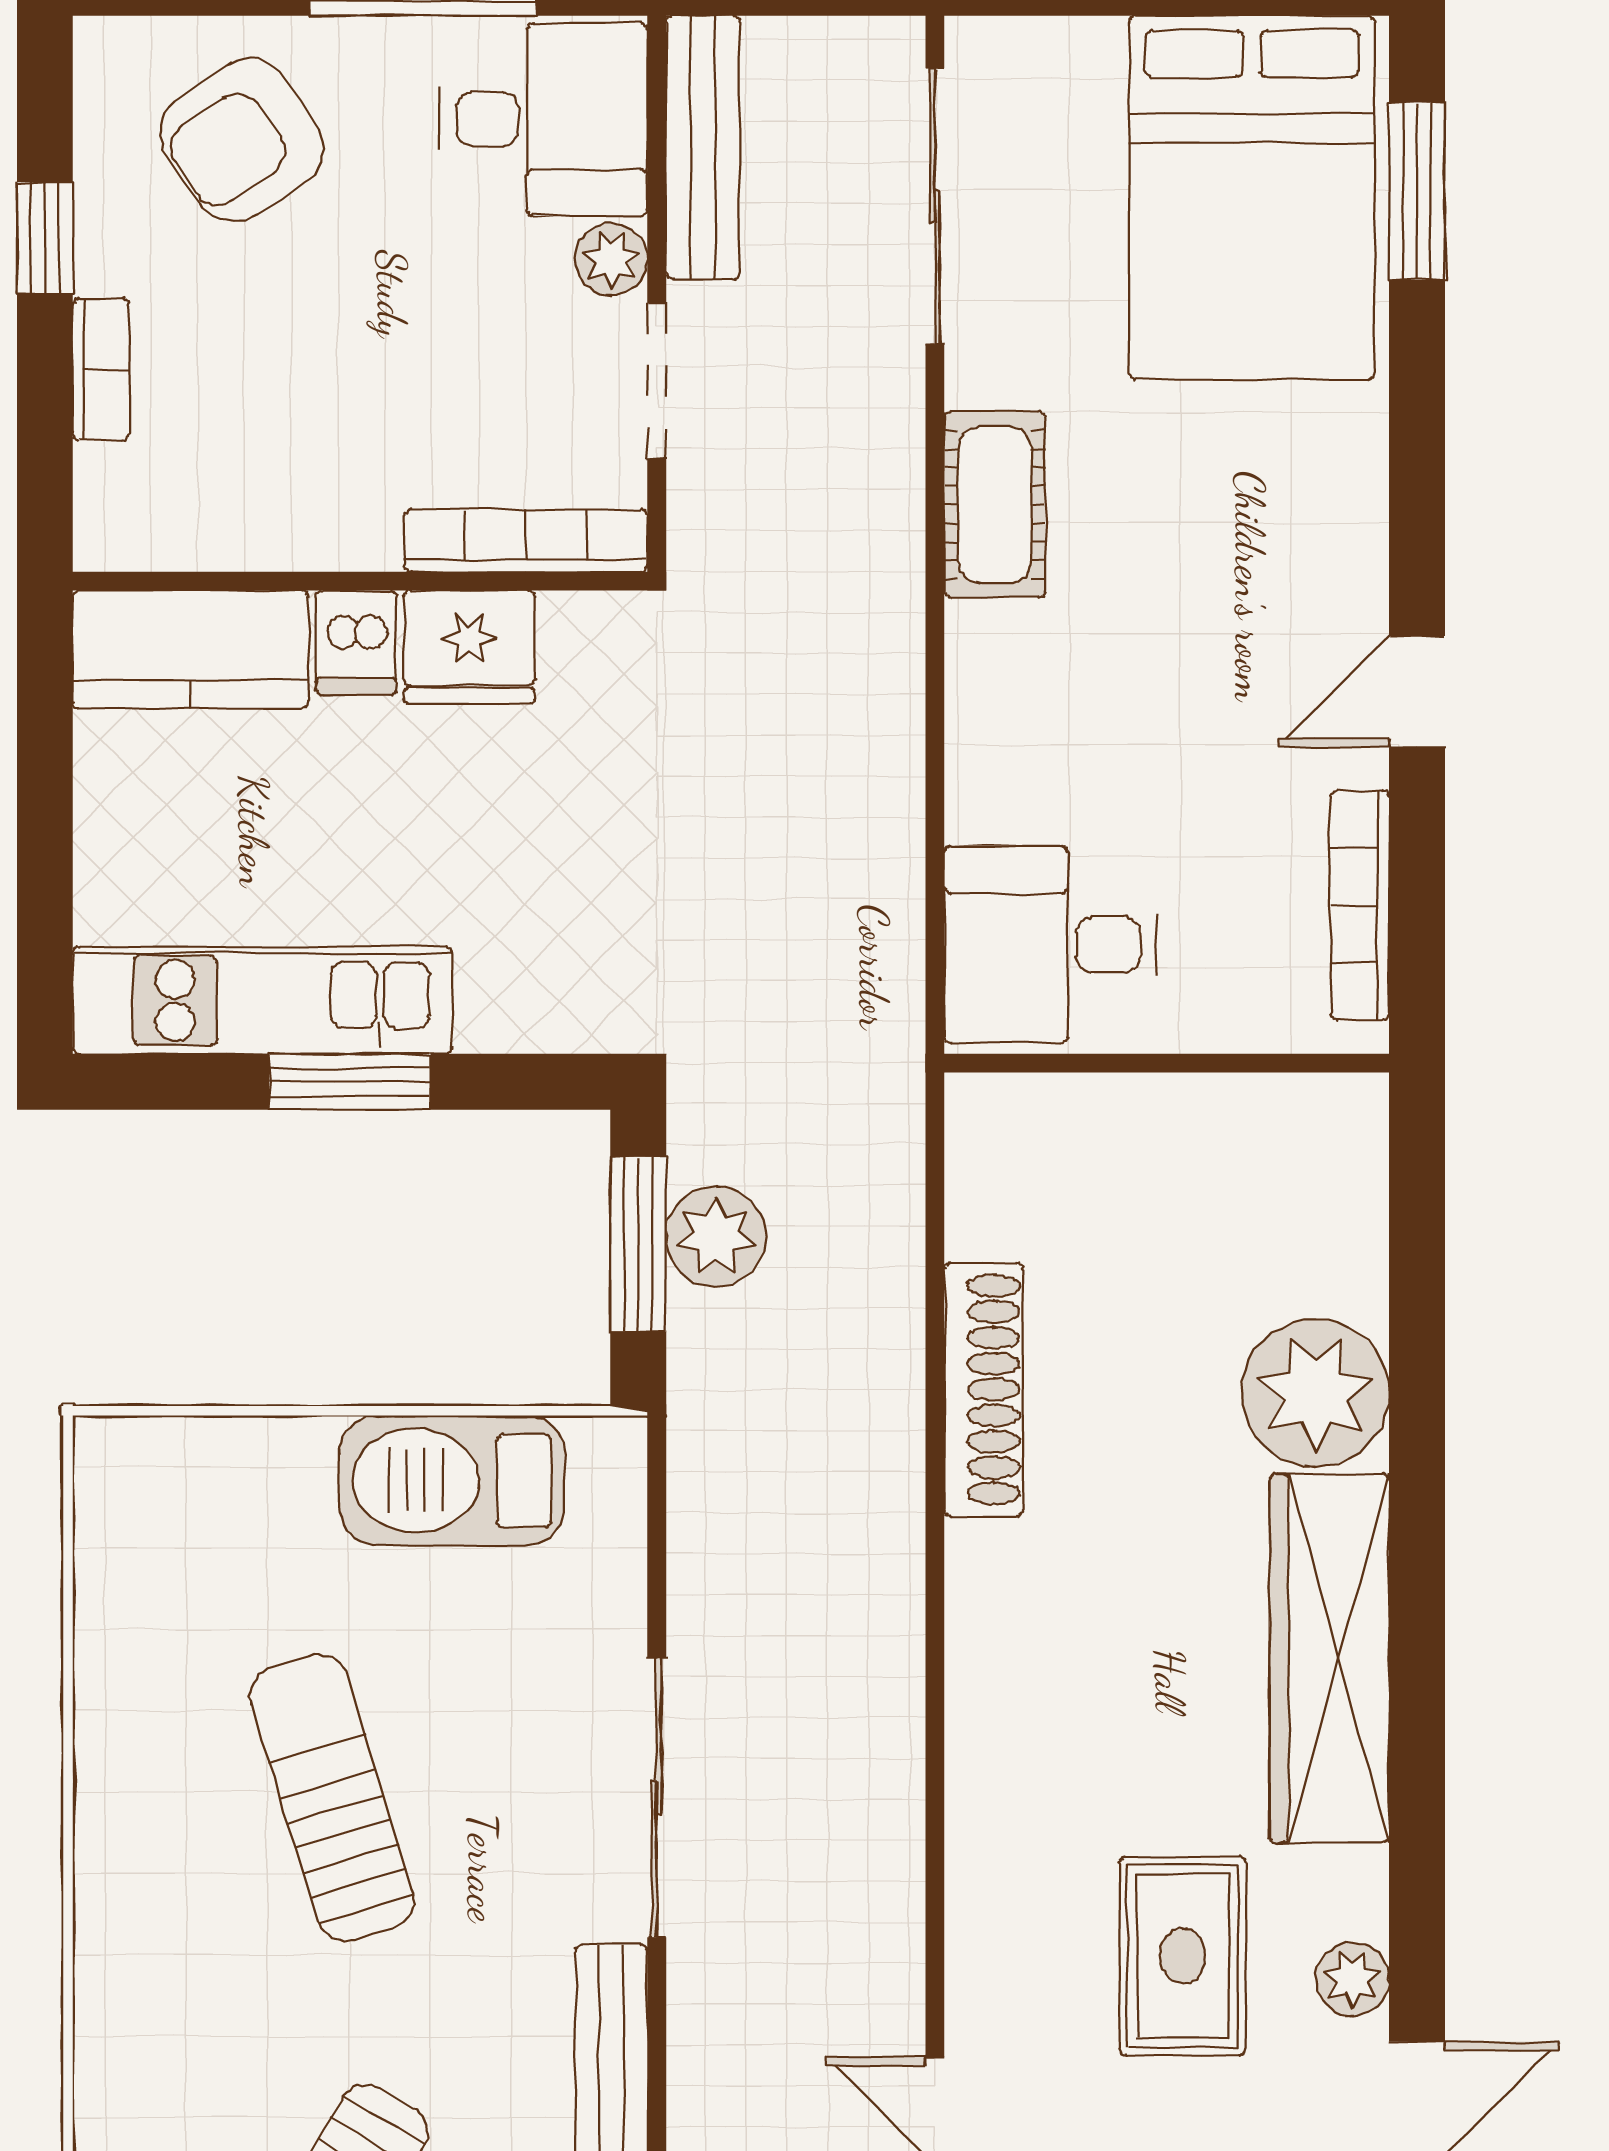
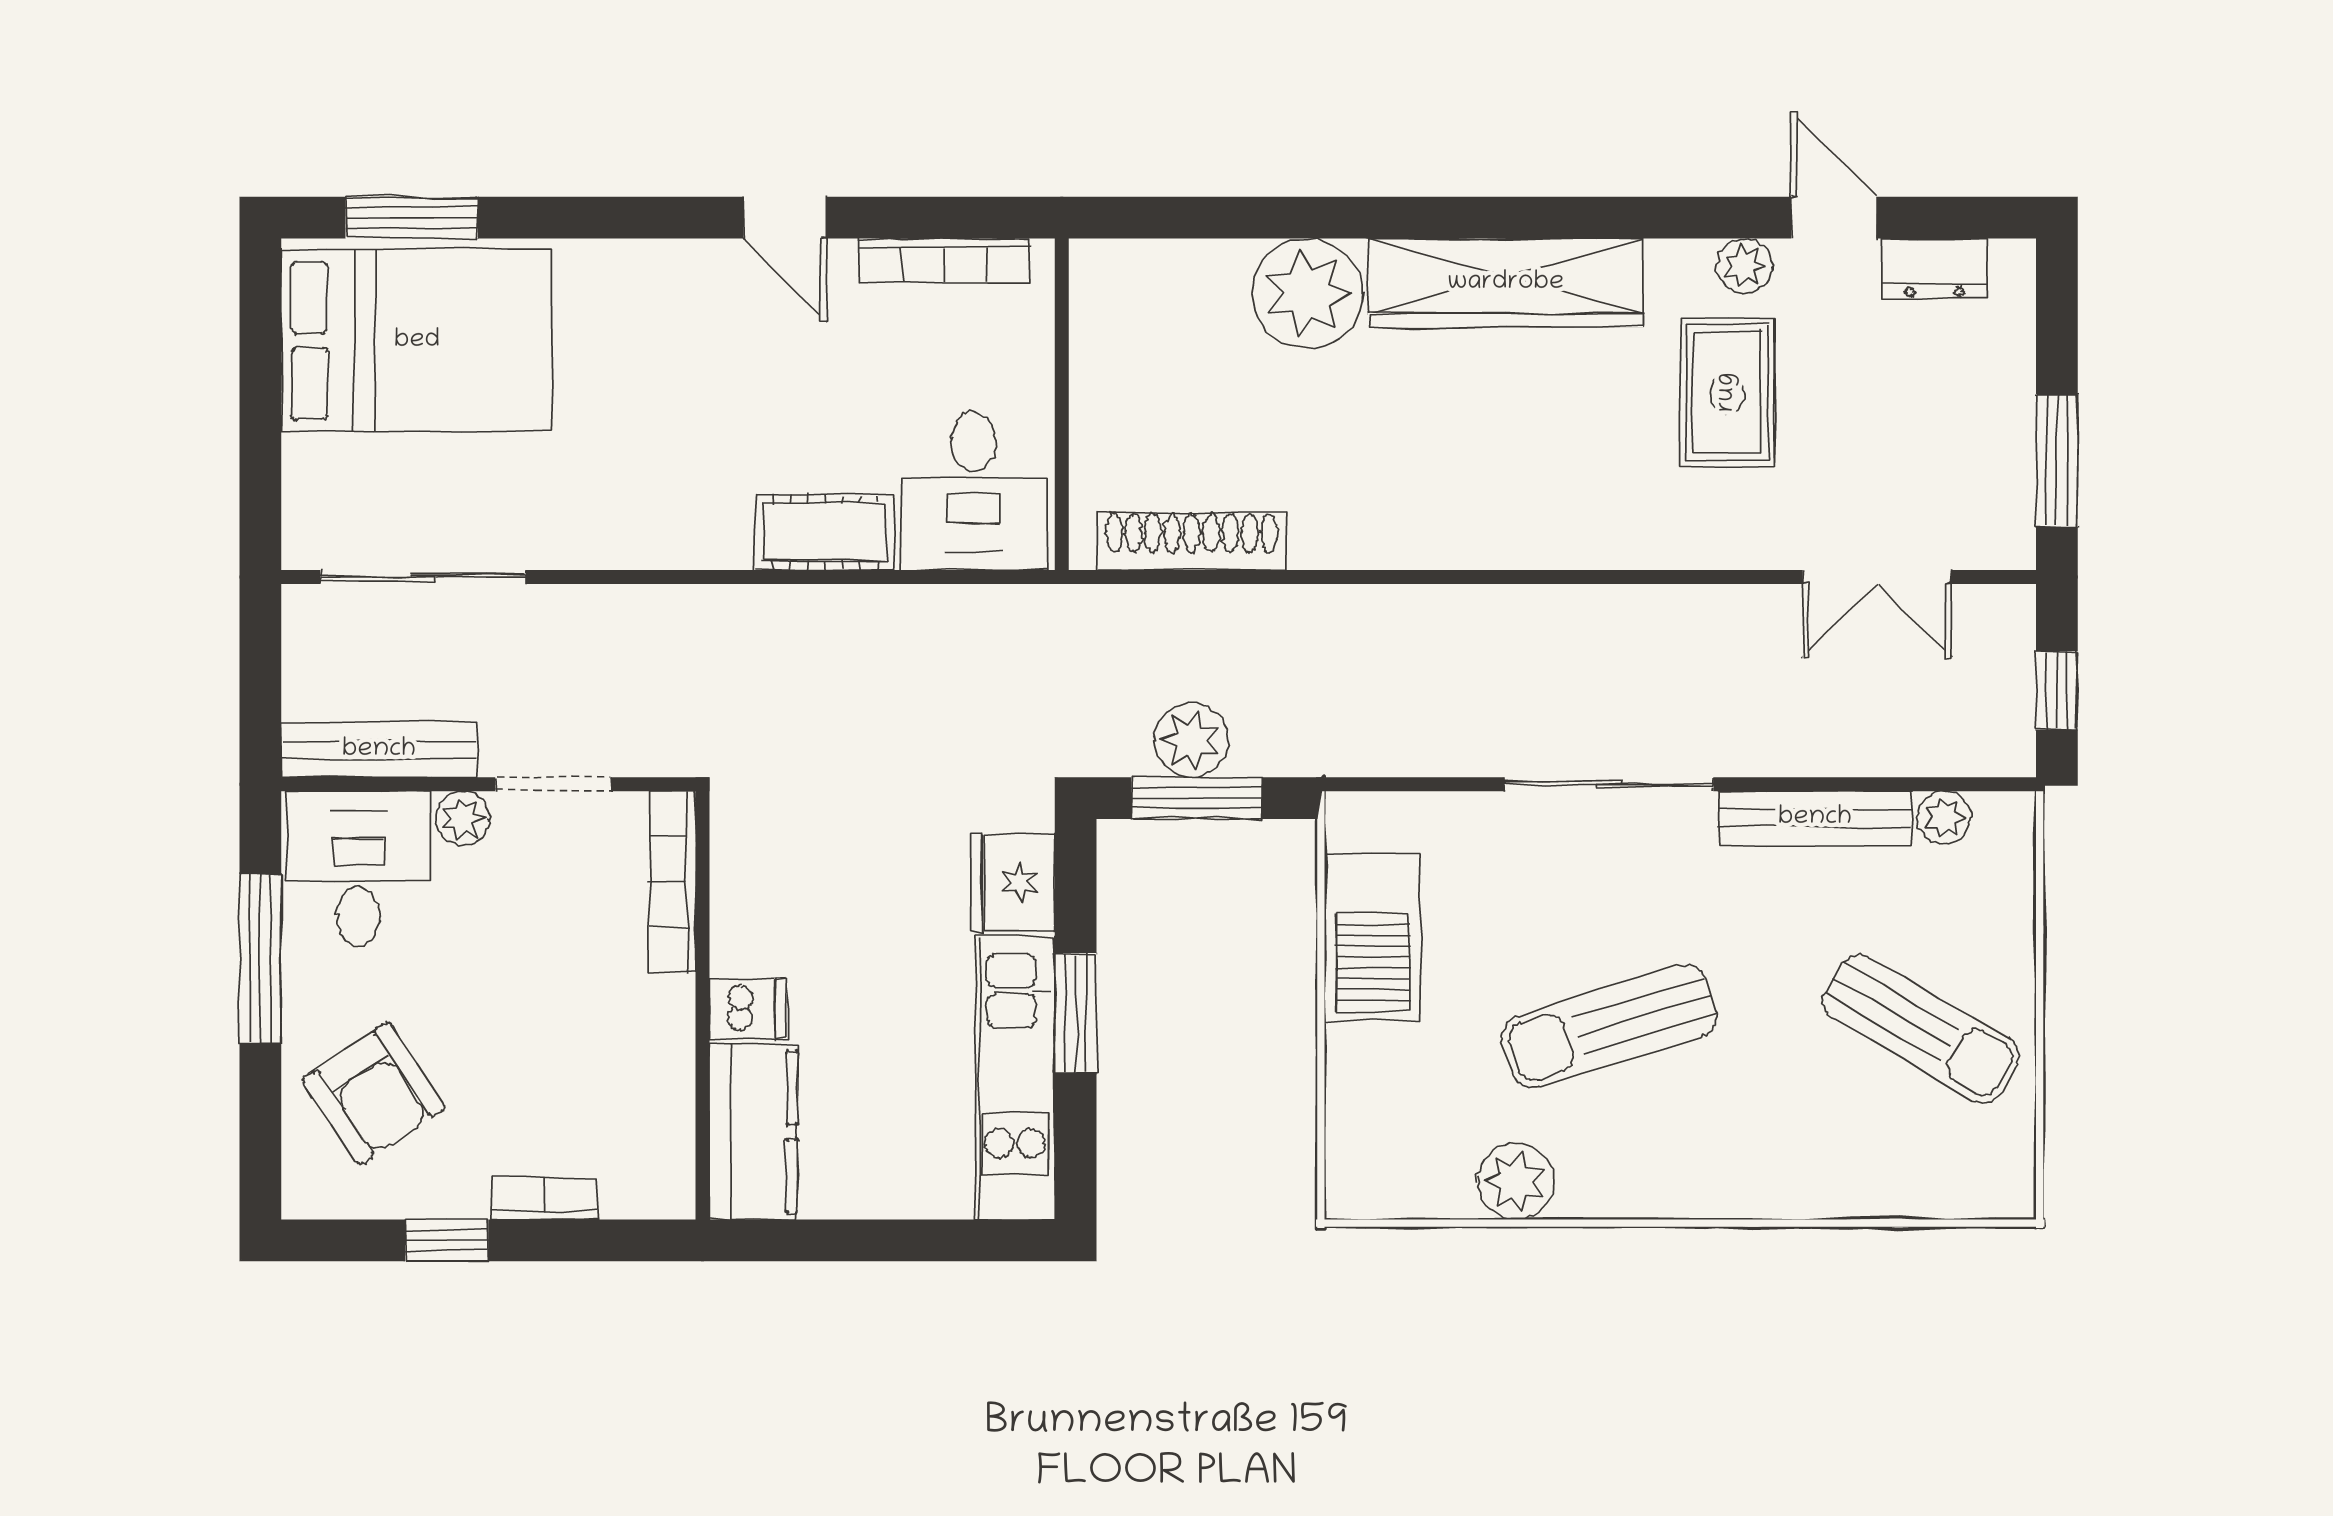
cot: (995, 505) -> (825, 532), moved
fridge: (469, 647) -> (1013, 882), moved, turned 180
shoe rack: (983, 1390) -> (1192, 541), moved
plant: (124, 1672) -> (1516, 1181), added
rug: (1183, 1956) -> (1727, 392), turned 90

